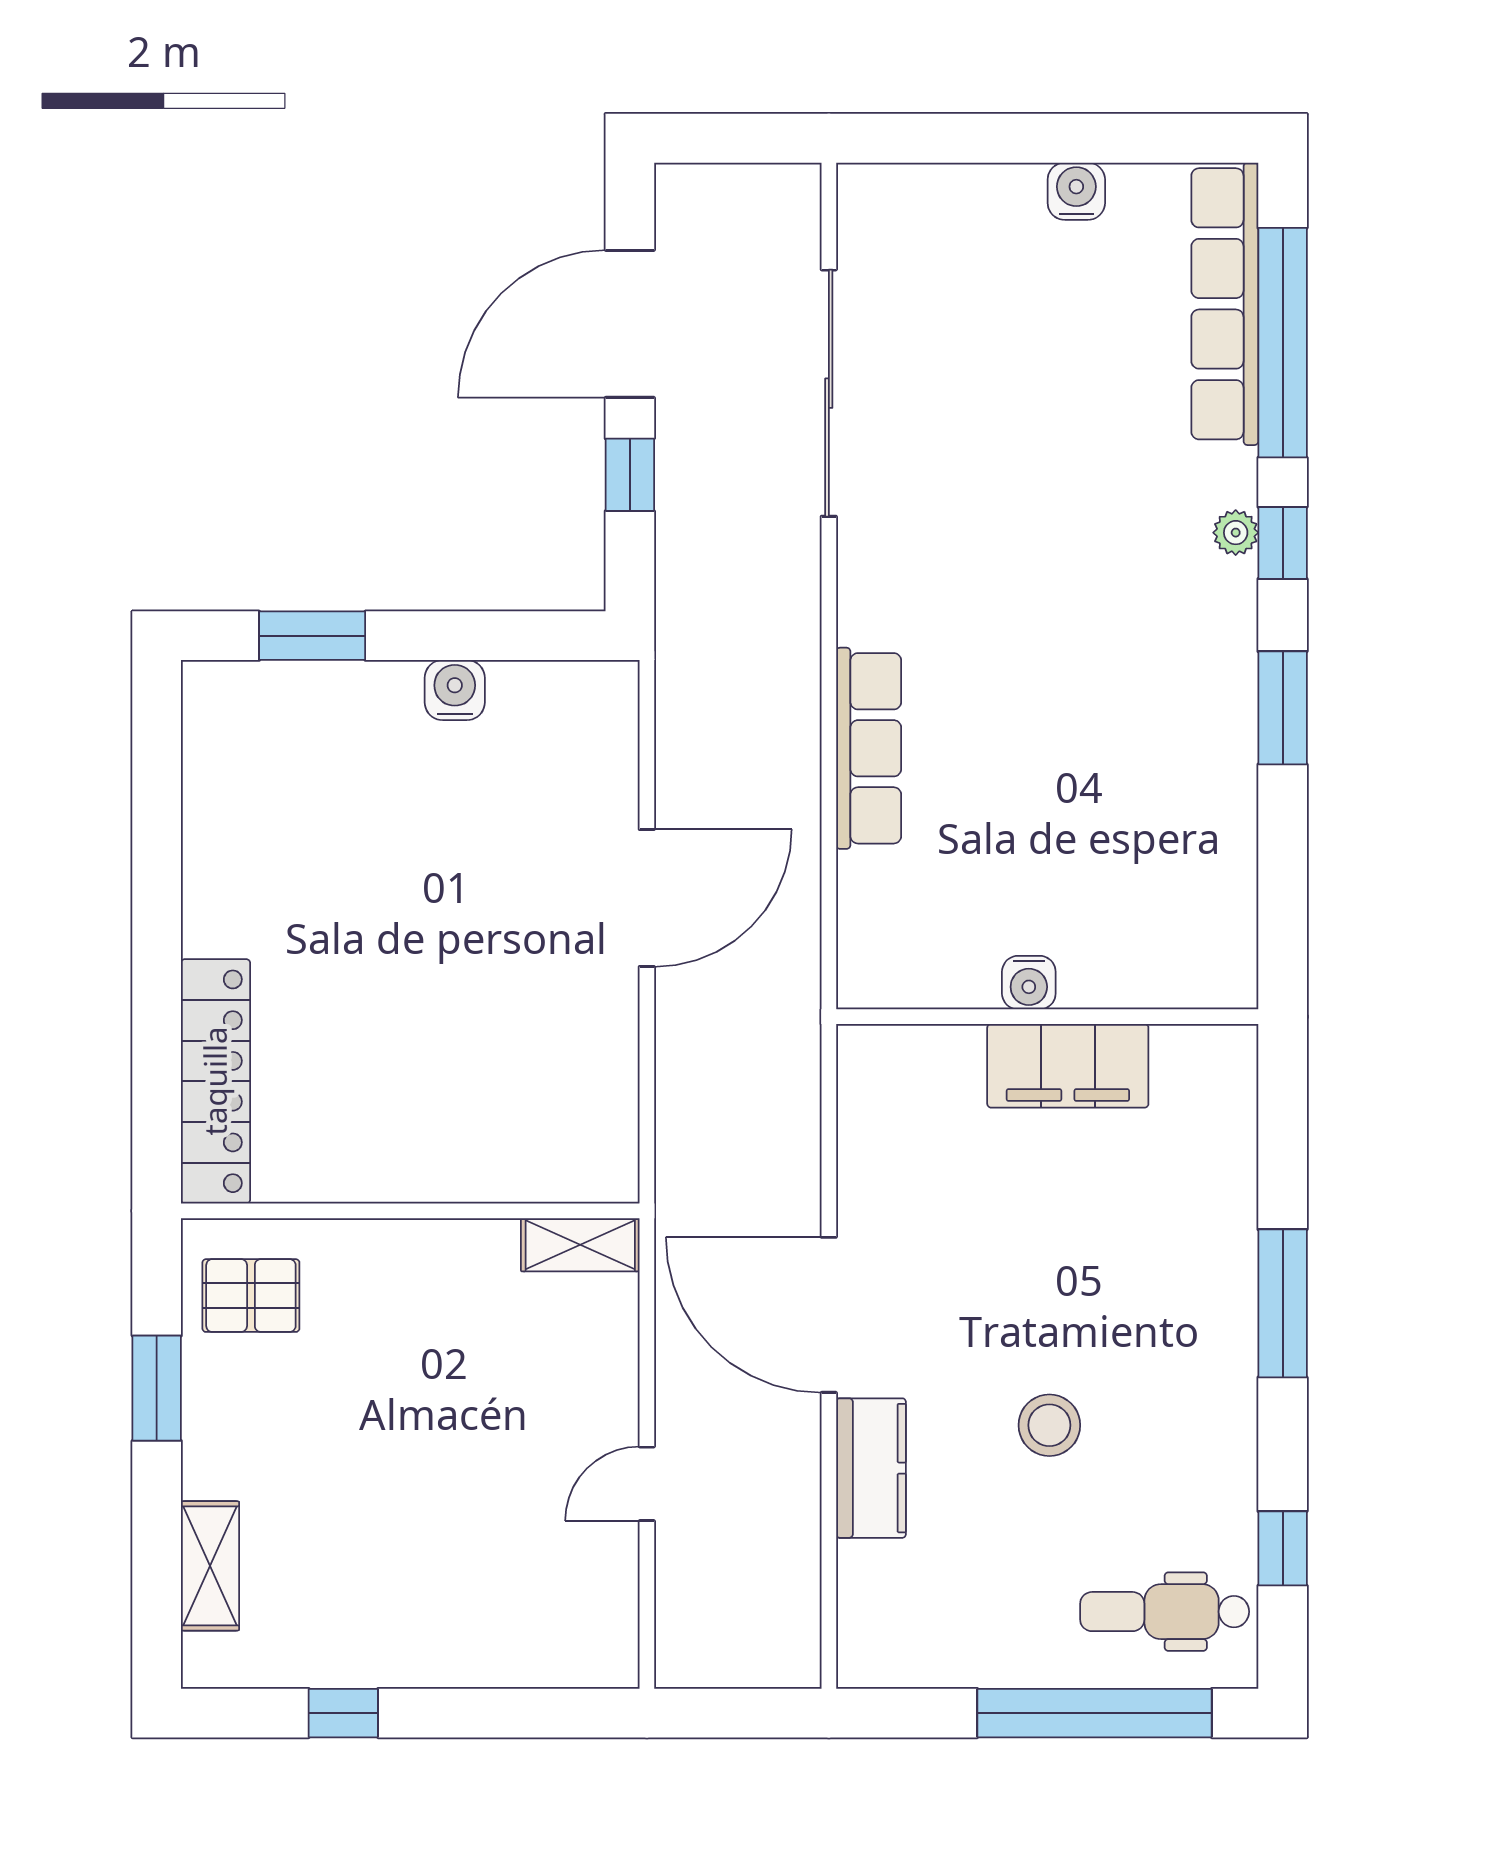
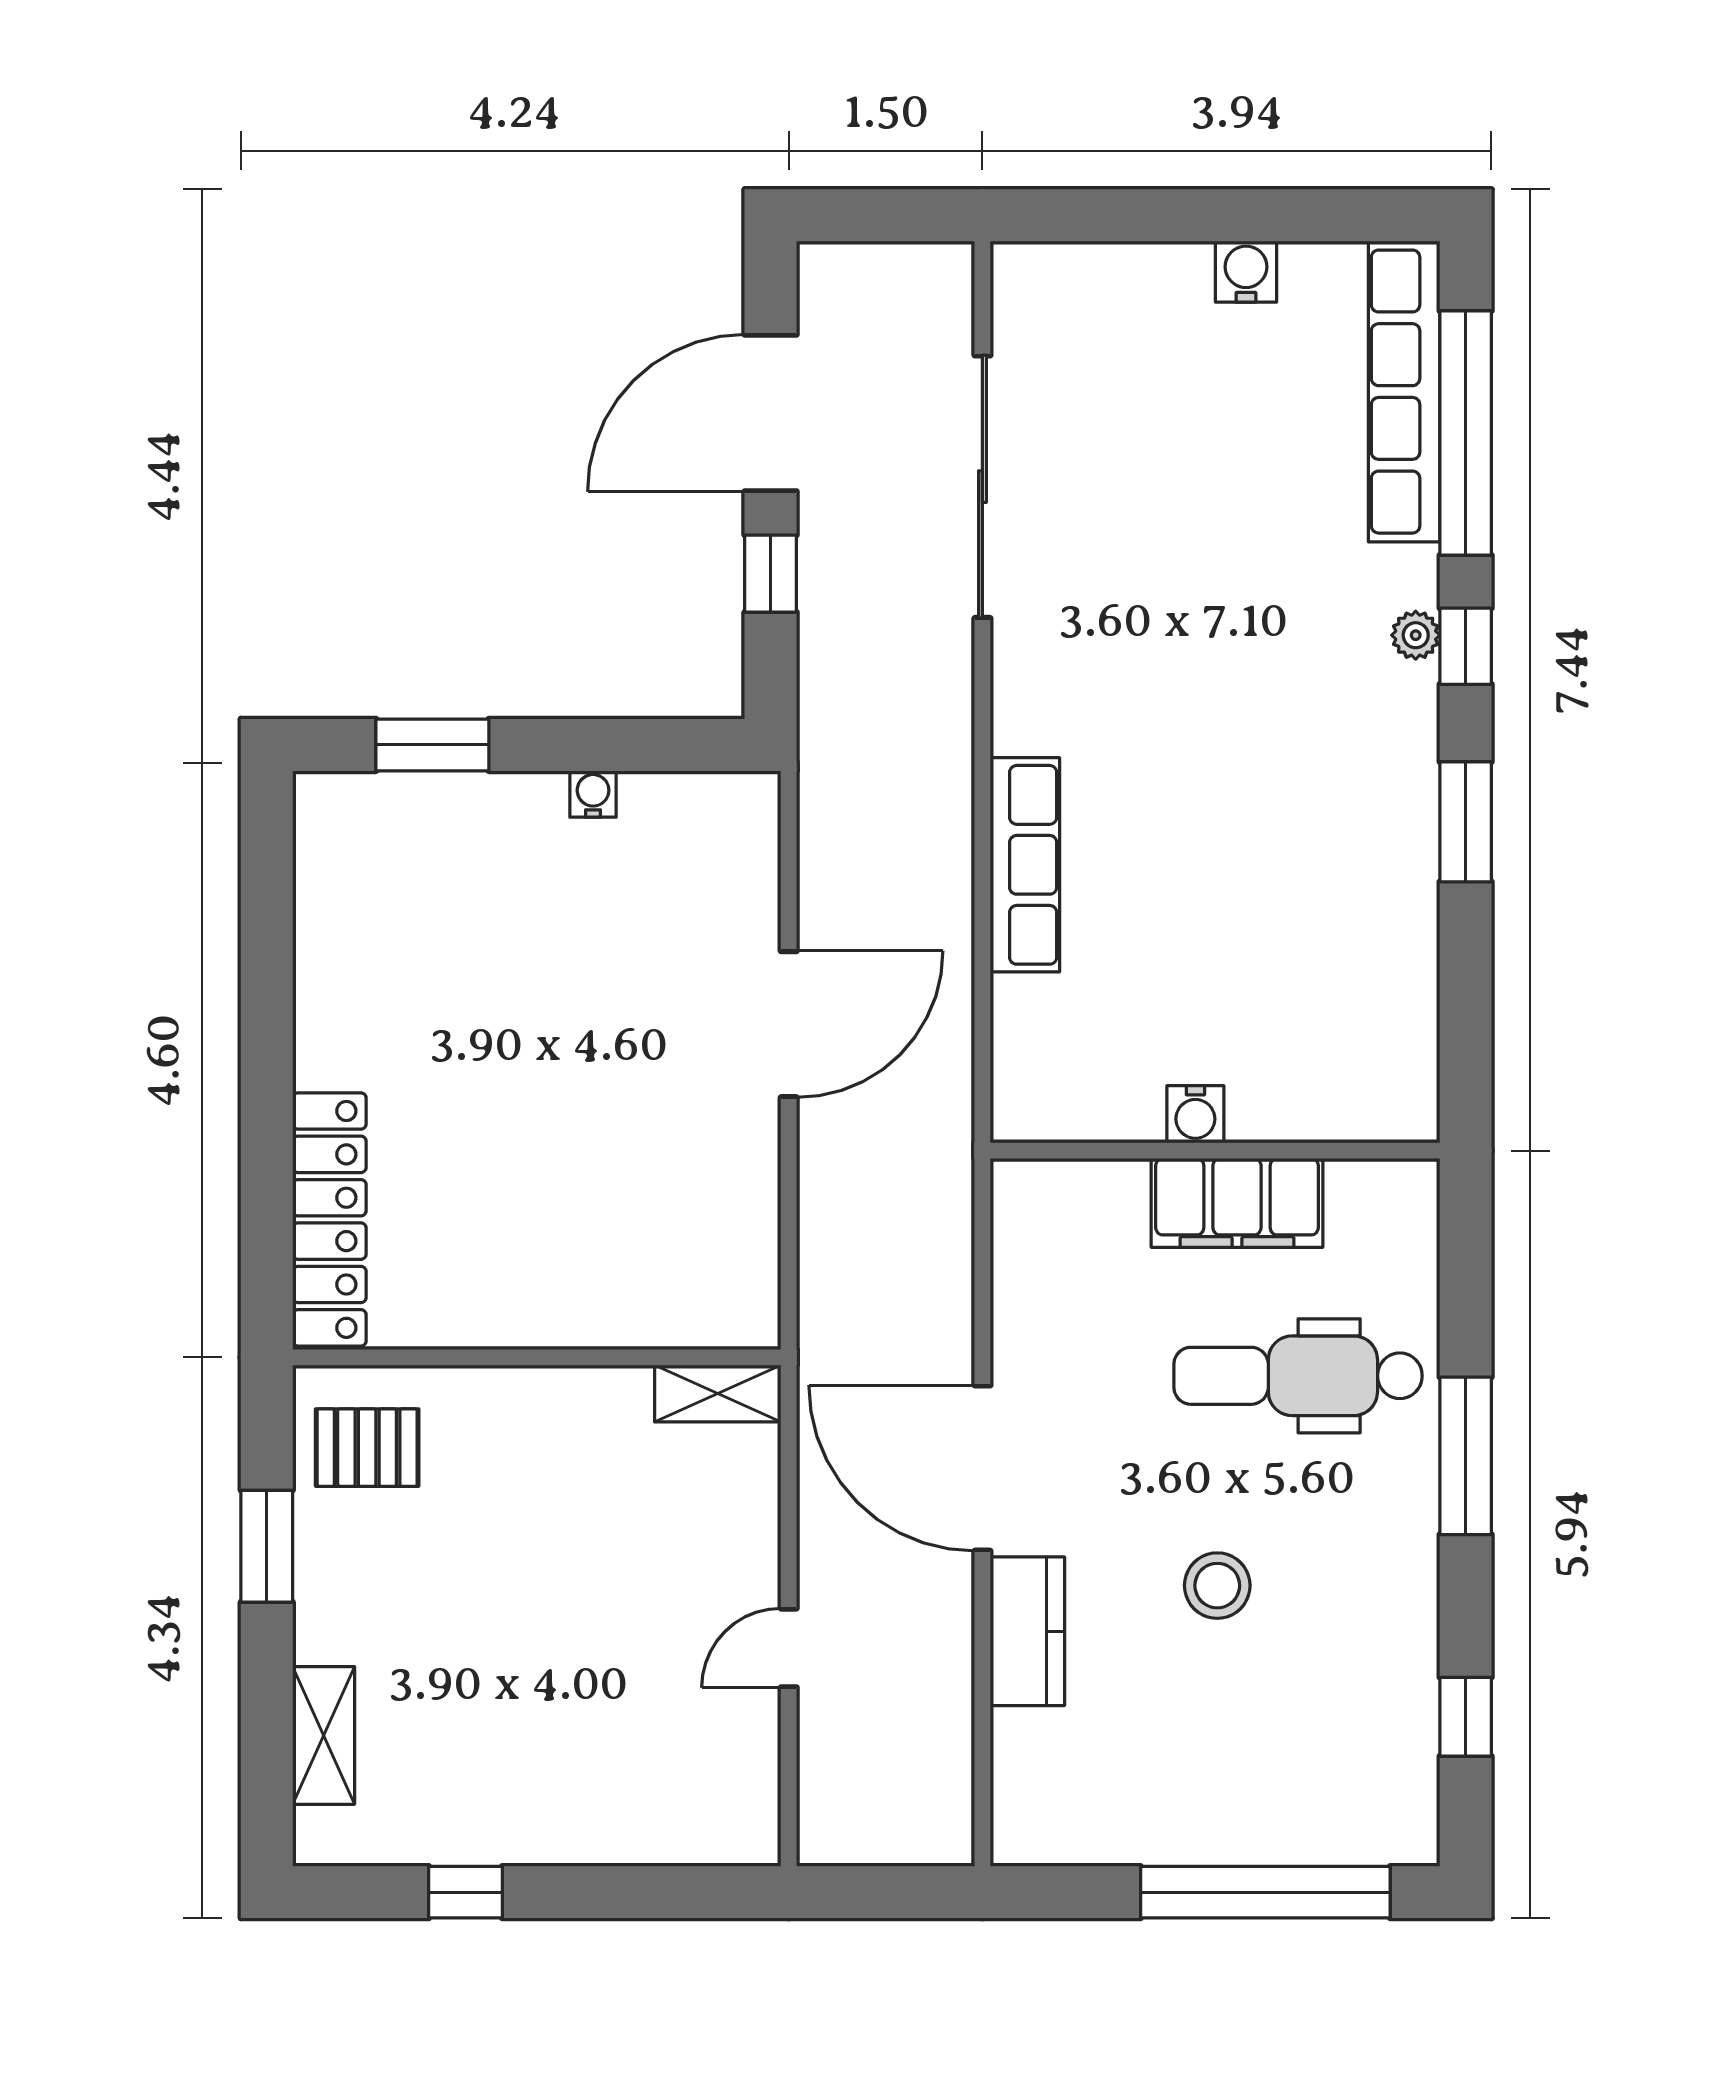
water cooler: (455, 690) -> (593, 794), width x0.72, depth x0.72
dental chair: (1165, 1612) -> (1298, 1376), moved, width x1.36, depth x1.38

